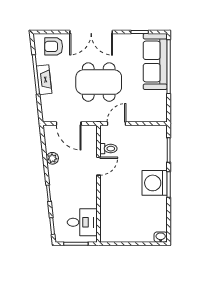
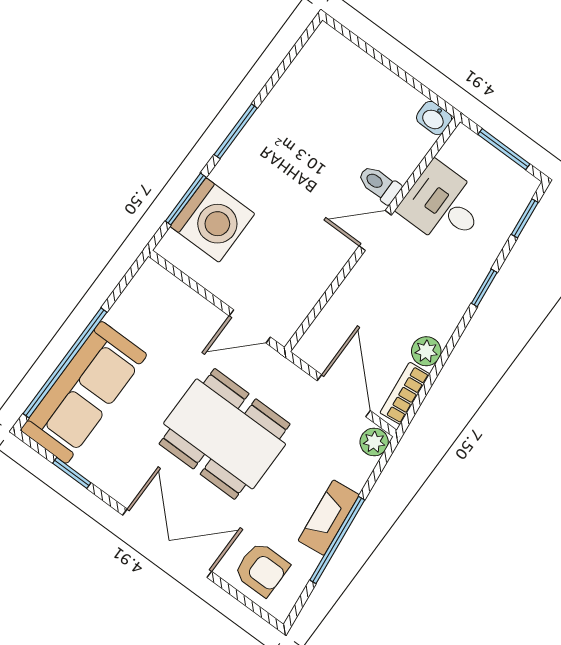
plant: (47, 116) -> (374, 442), added
bookcase: (49, 139) -> (405, 393), added
toilet: (108, 149) -> (379, 184), moved
door: (98, 166) -> (375, 230), moved
washing machine: (155, 183) -> (212, 220), moved
desk: (82, 222) -> (443, 205), moved
washbasin: (161, 237) -> (434, 118), moved

